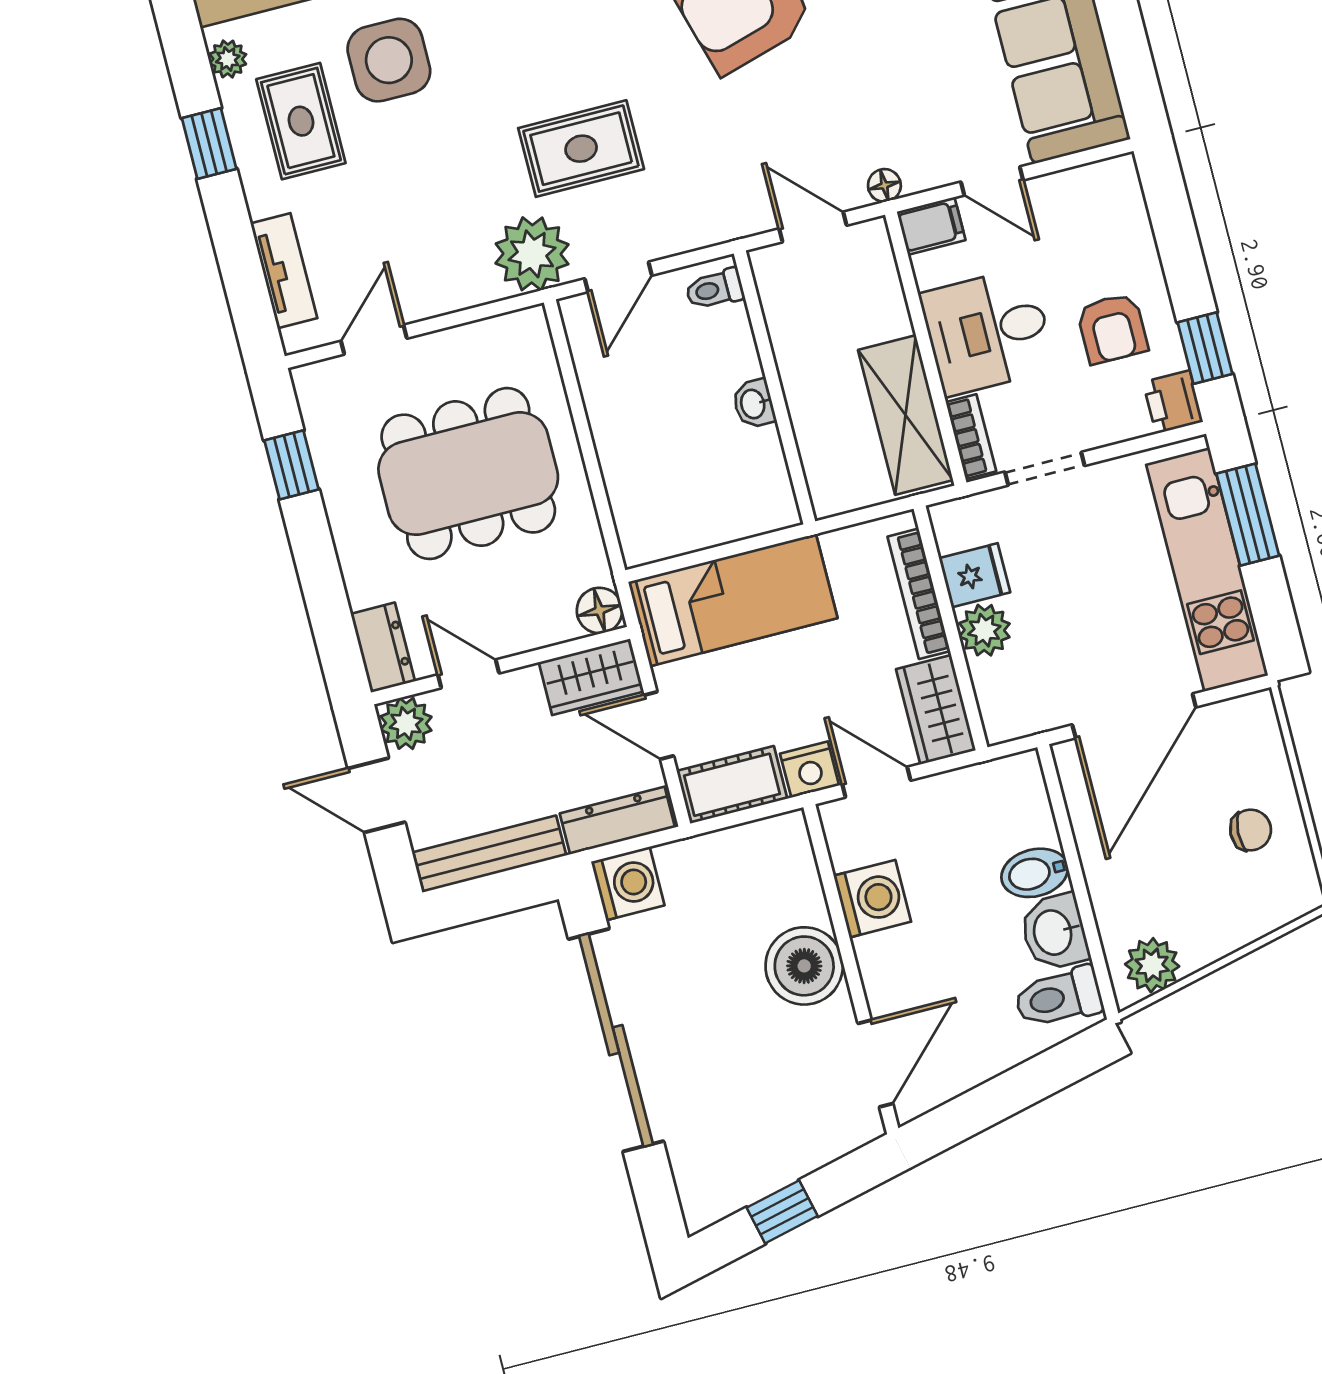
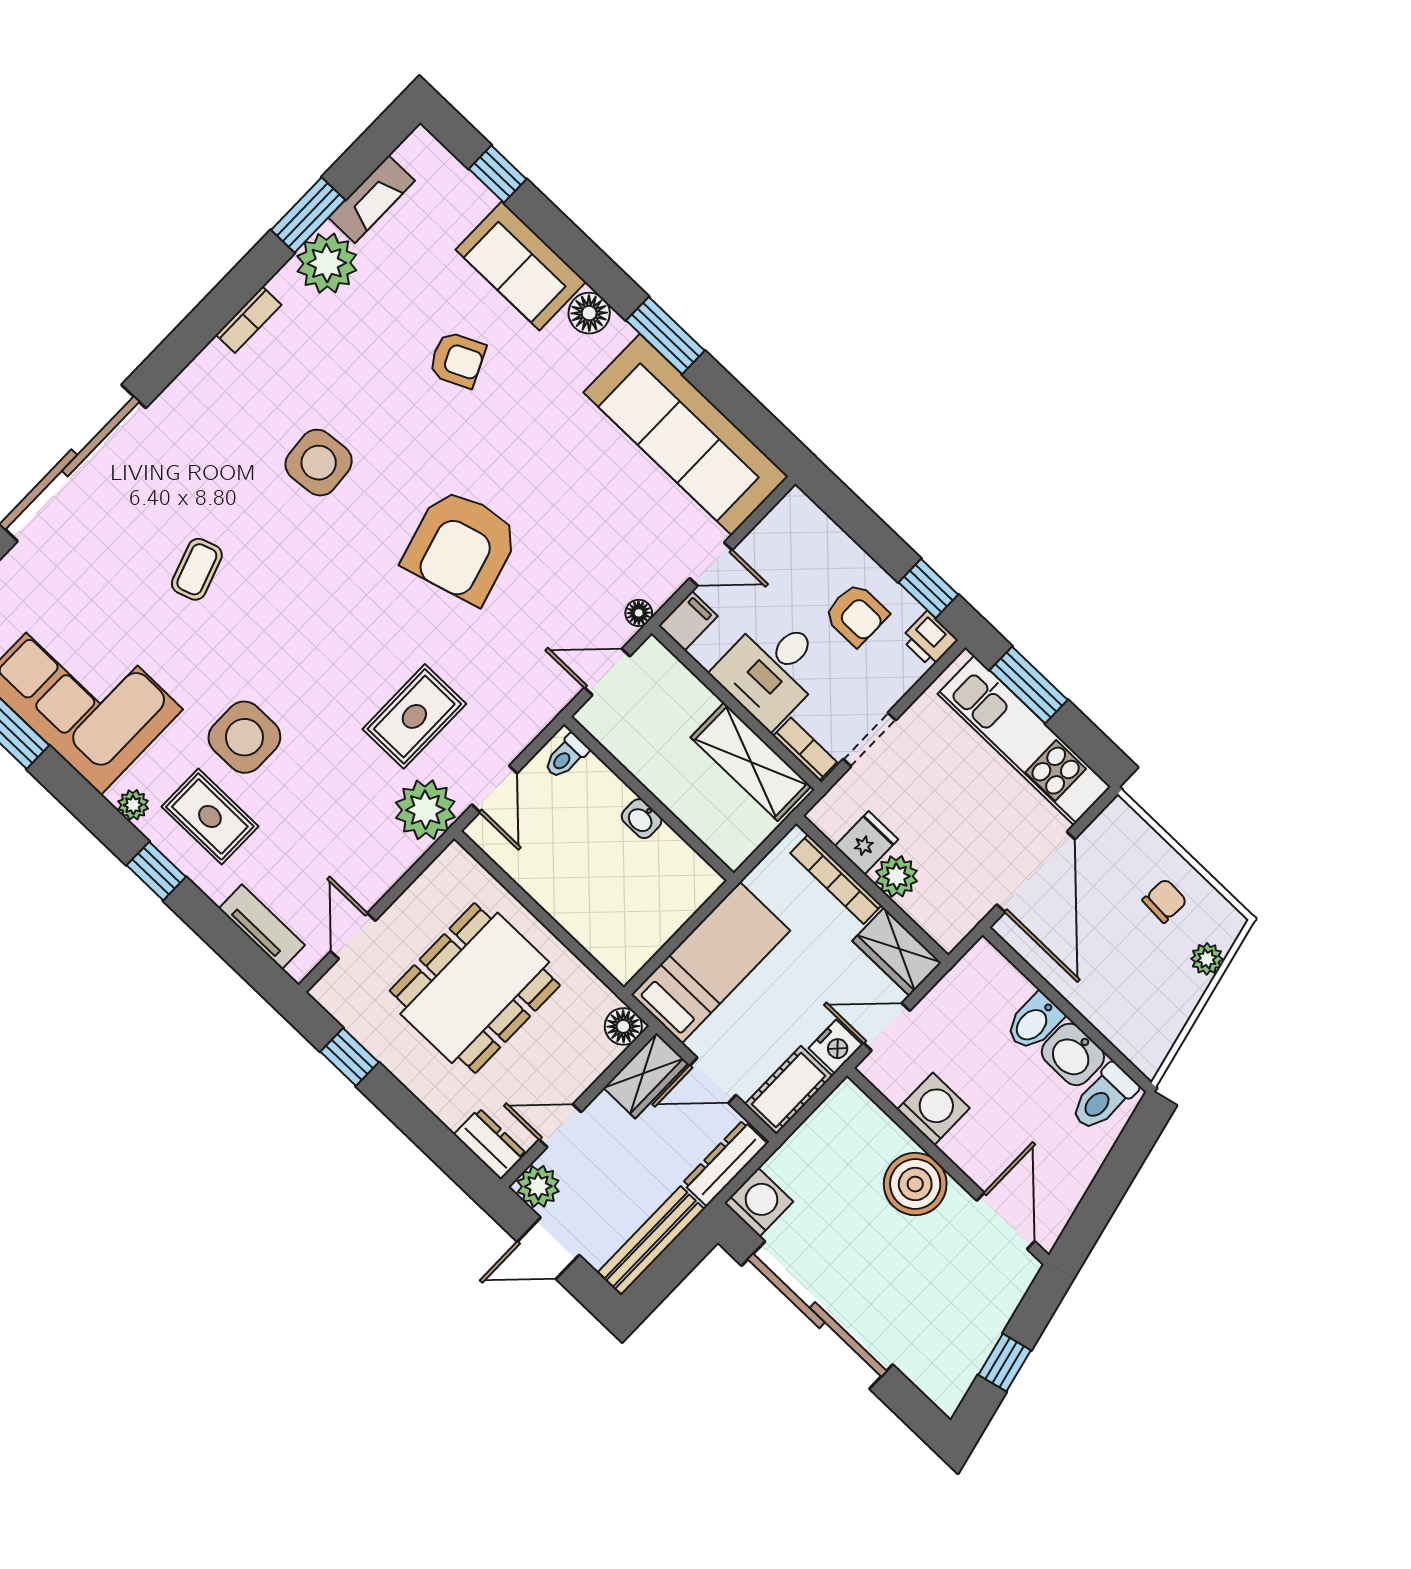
plant: (1152, 965) -> (1207, 959), moved, width x0.73, depth x0.73

